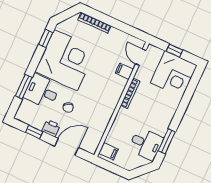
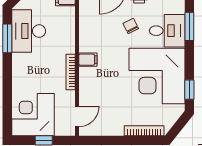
door: (141, 57) -> (77, 116), hinge flipped
filing cabinet: (124, 71) -> (88, 60), moved
desk: (146, 144) -> (29, 31), width x1.37

